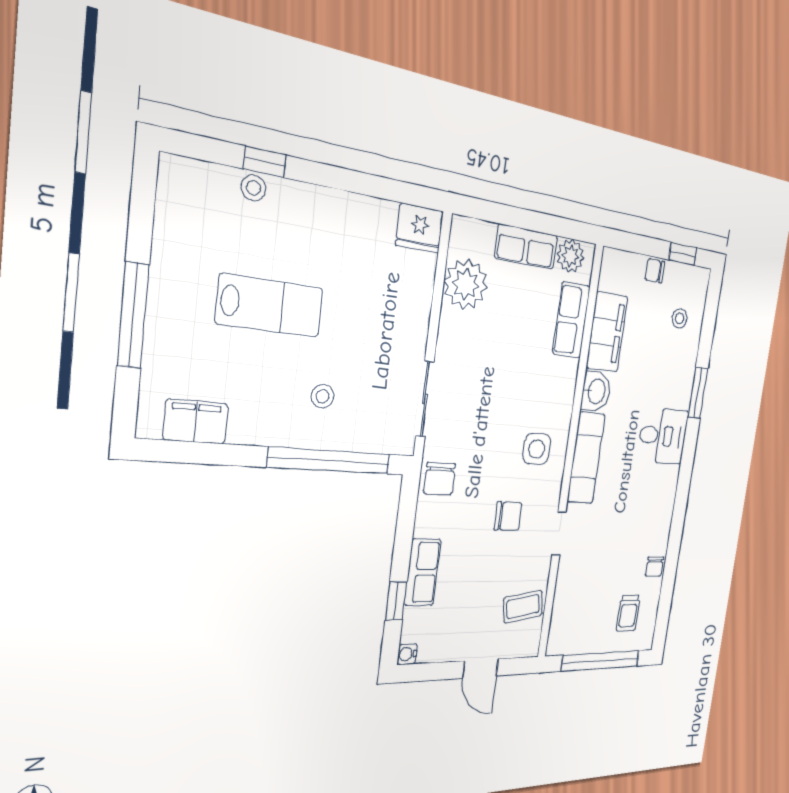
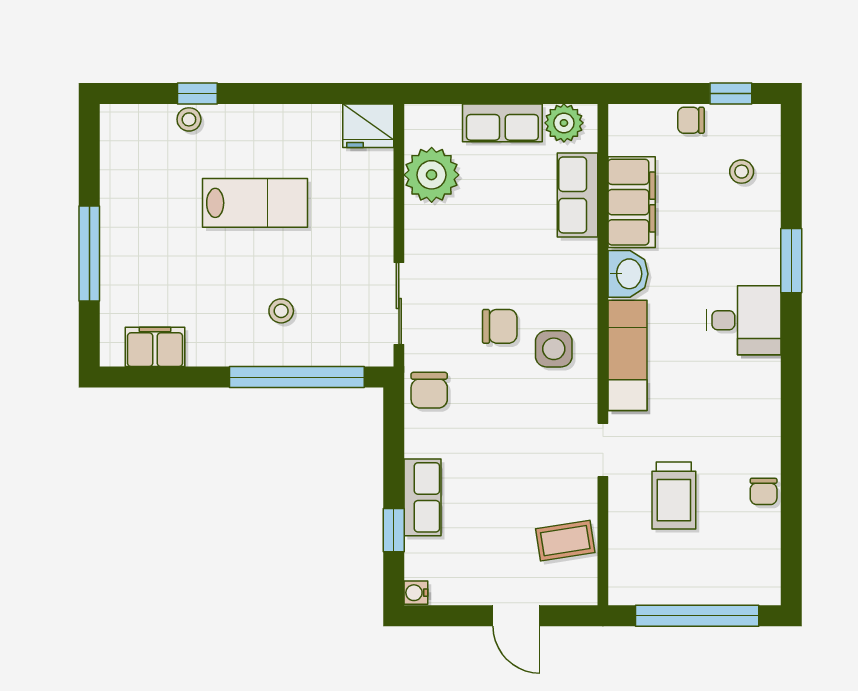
lab bench: (270, 306) -> (255, 203), moved
chair: (508, 516) -> (500, 326), moved
trolley: (628, 613) -> (674, 495), moved, width x1.36, depth x1.39

